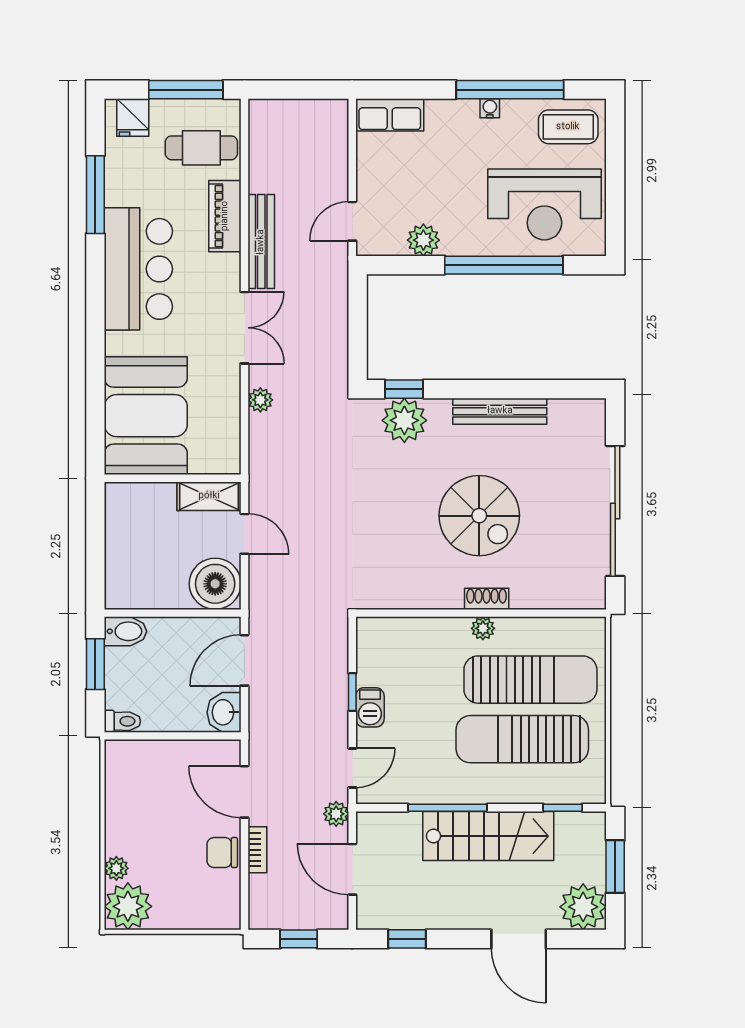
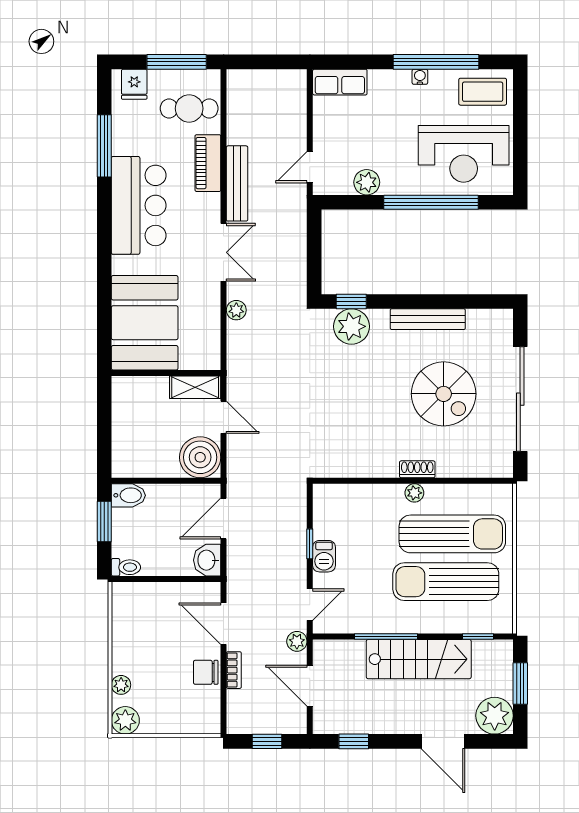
spiral stairs: (479, 516) -> (444, 394), moved
plant: (128, 906) -> (125, 720), width x0.73, depth x0.73

